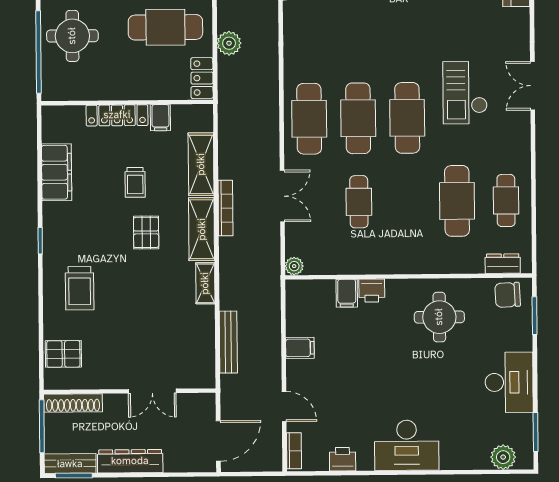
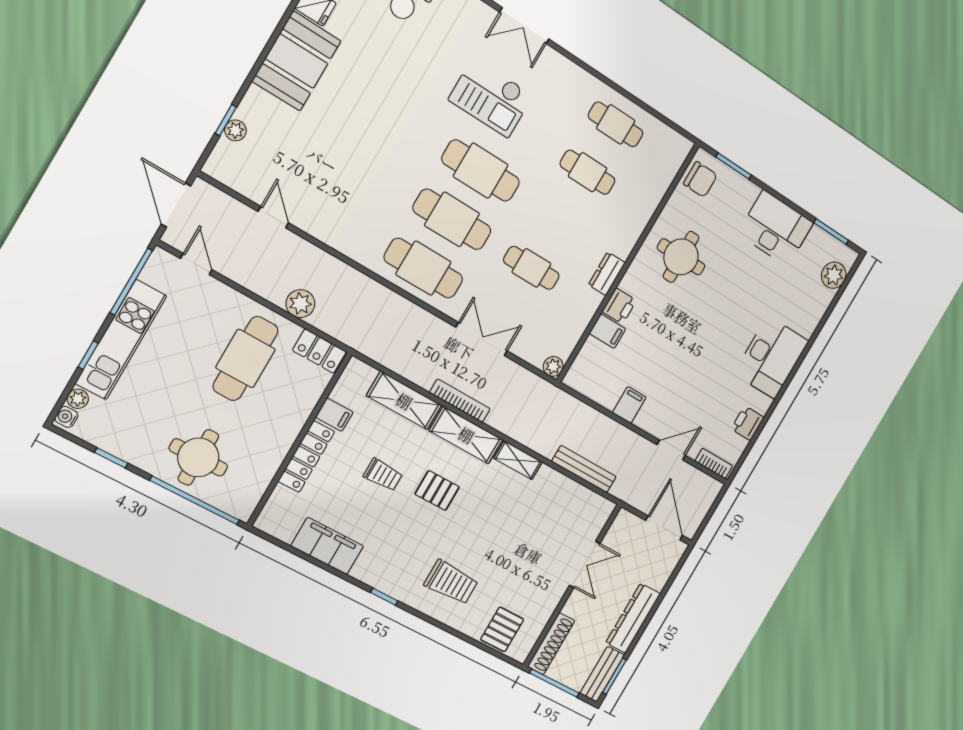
cafe table: (457, 201) -> (588, 172), width x0.73, depth x0.74
dresser: (503, 264) -> (607, 274), moved
chair: (508, 295) -> (700, 179), turned -87

